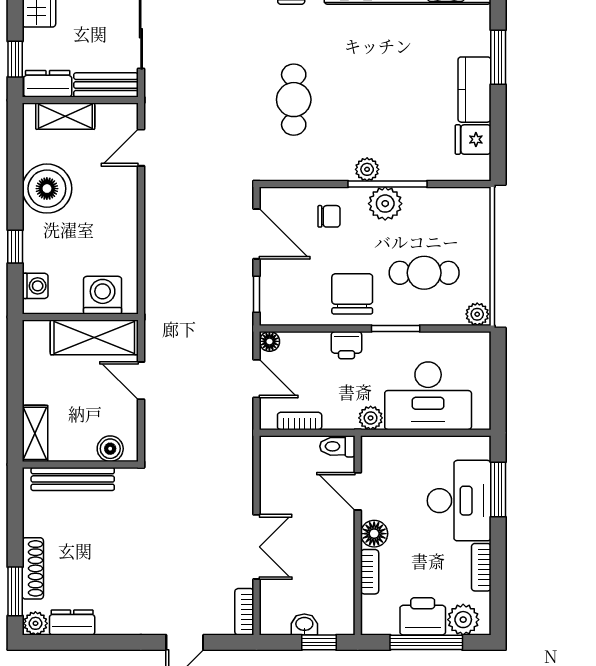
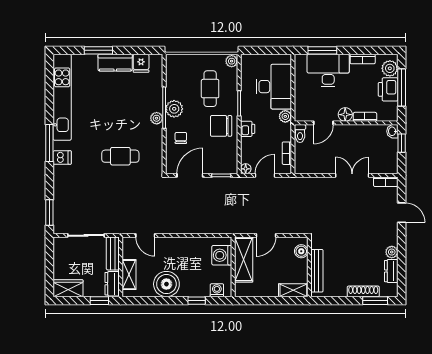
plant: (35, 623) -> (392, 252), moved
washbasin: (304, 625) -> (392, 131), moved

